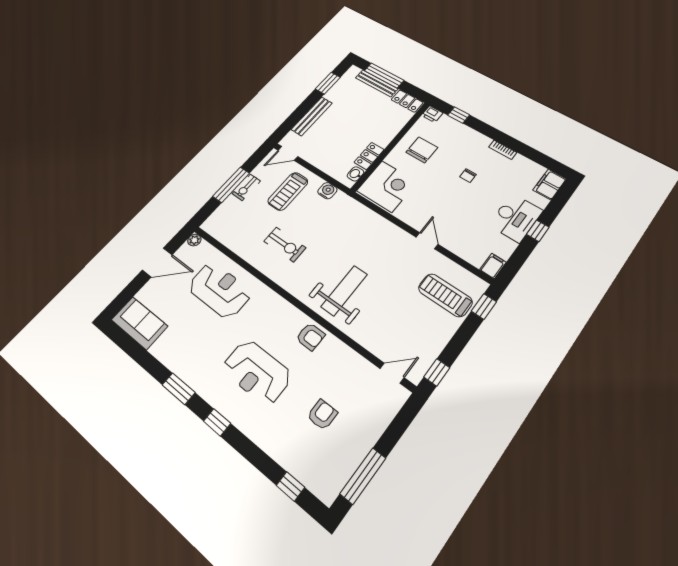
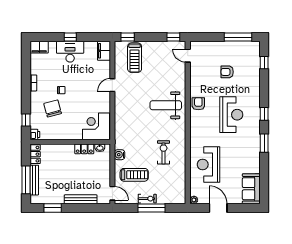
chair: (422, 150) -> (53, 109), moved, turned 75
filing cabinet: (493, 266) -> (104, 51), width x2.00

